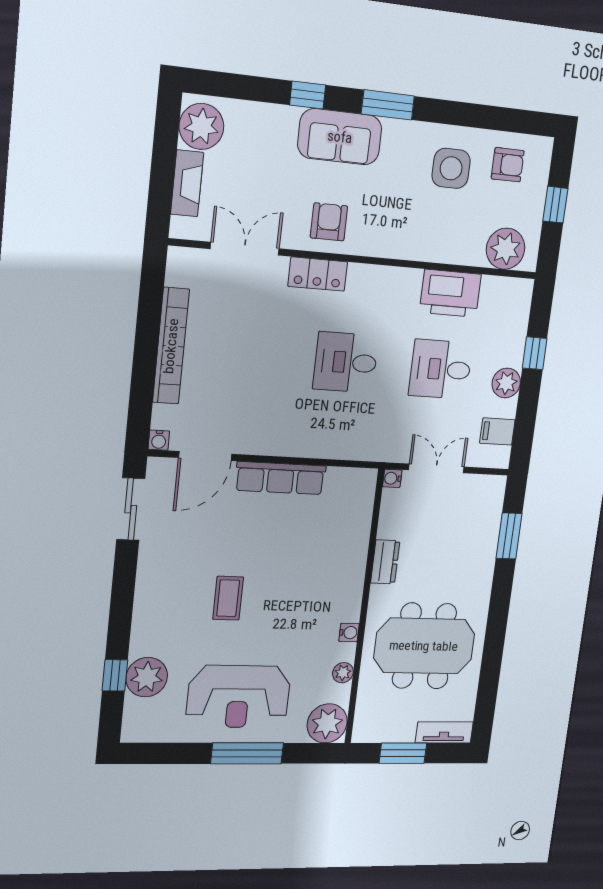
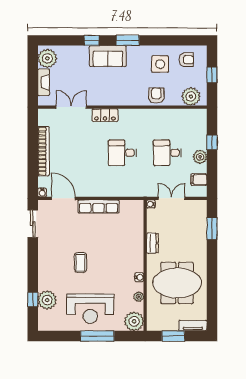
armchair: (329, 222) -> (156, 95), moved
printer: (450, 293) -> (167, 118), removed
door: (205, 456) -> (63, 198), swing flipped

